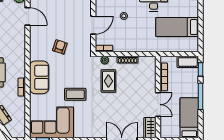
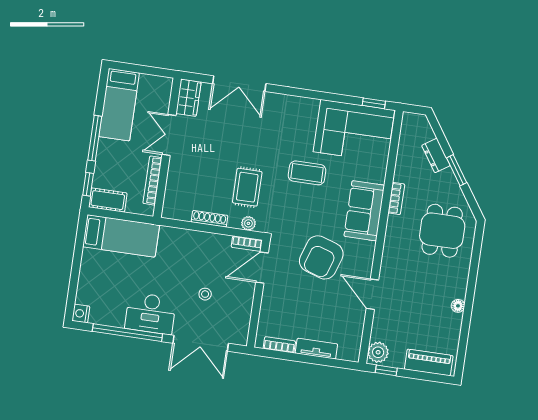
door: (27, 16) -> (372, 294), moved
door: (93, 25) -> (262, 268), moved
bed: (177, 27) -> (121, 236), moved
armchair: (60, 47) -> (321, 257), width x1.88, depth x1.88

